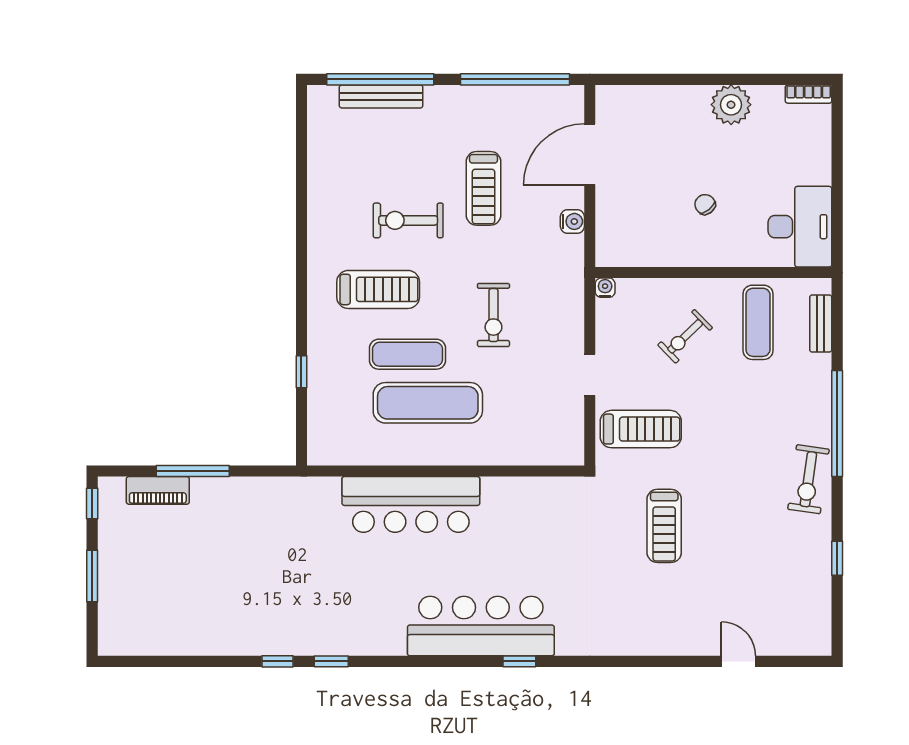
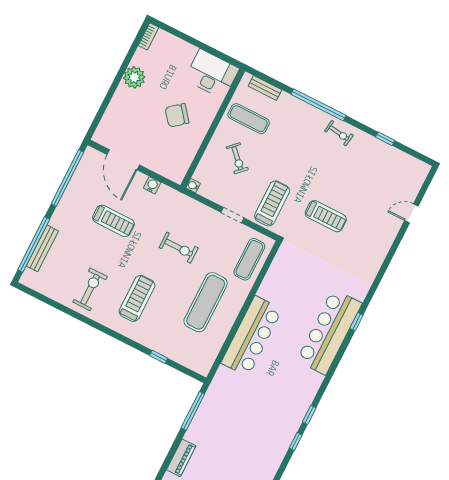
chair: (705, 204) -> (177, 115), width x1.87, depth x1.87
exercise bike: (408, 220) -> (90, 289), moved, turned 180
exercise mat: (408, 354) -> (249, 259), moved
window: (193, 471) -> (193, 411), moved
exercise bike: (808, 479) -> (339, 133), width x0.73, depth x0.72

